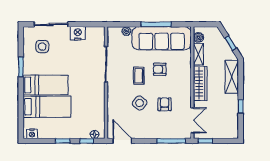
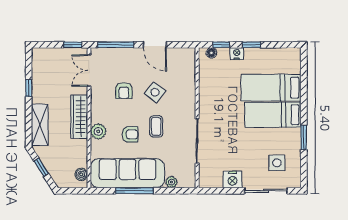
shelving: (198, 54) -> (81, 153), removed
plant: (185, 72) -> (98, 131), added
nightstand: (32, 134) -> (237, 54), moved
door: (122, 141) -> (155, 45), moved

